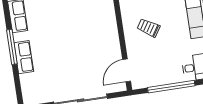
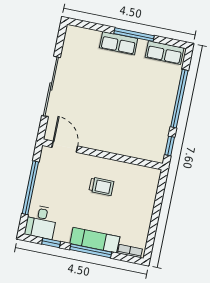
trolley: (148, 28) -> (101, 186), turned 57

